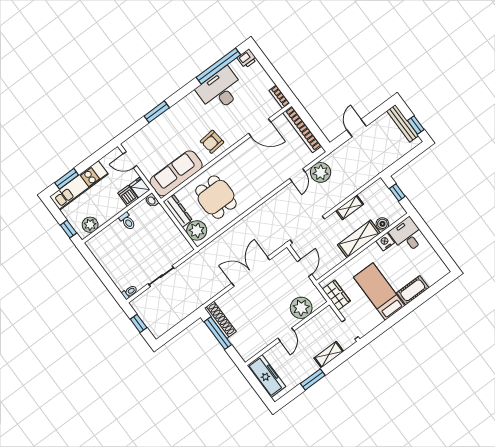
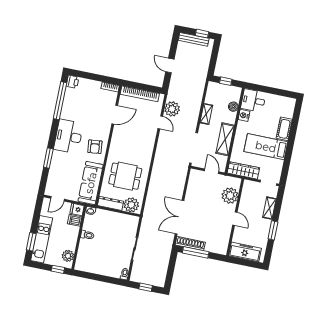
desk: (220, 90) -> (68, 136), moved
shelving: (359, 239) -> (225, 139), moved
double door: (251, 272) -> (179, 217), moved
wardrobe: (336, 295) -> (243, 170), width x1.50

